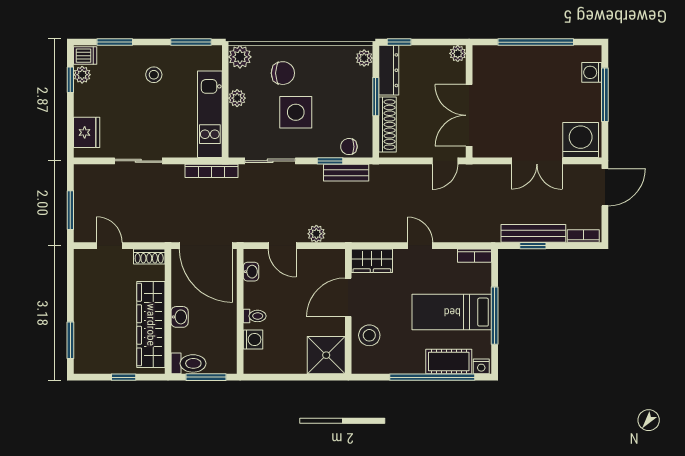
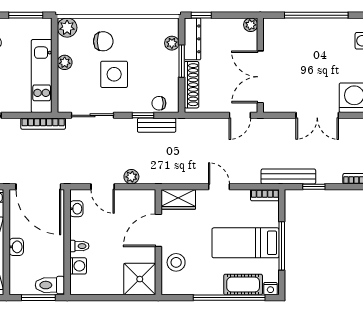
plant: (364, 58) -> (172, 43), moved
bench: (533, 233) -> (288, 176), moved
toilet: (188, 363) -> (50, 285), moved, turned 180

